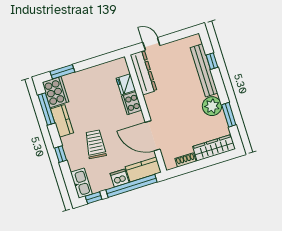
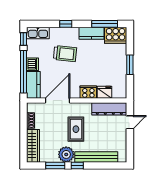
window: (212, 61) -> (77, 165), moved
window: (62, 72) -> (130, 65), moved
rug: (179, 104) -> (76, 129), added

